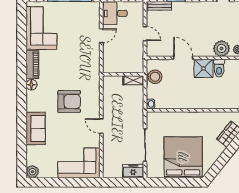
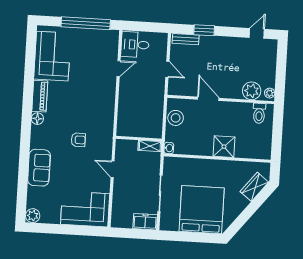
shower: (203, 68) -> (224, 147), moved
toilet: (219, 68) -> (259, 113), moved
wall: (123, 74) -> (139, 139), moved
shelving: (133, 80) -> (150, 146), moved
armchair: (69, 101) -> (78, 140), width x0.53, depth x0.53

